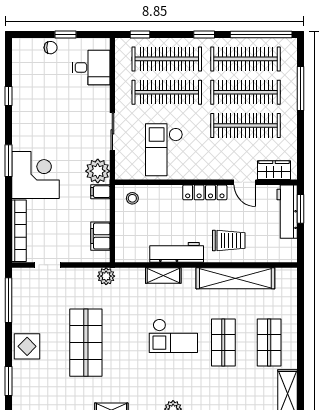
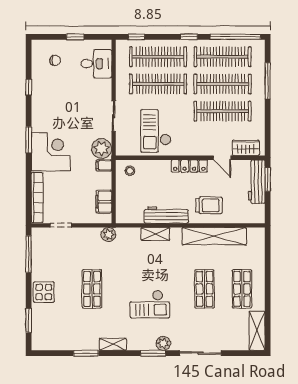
chair: (51, 48) -> (55, 60), moved
checkout: (173, 336) -> (150, 304), moved
shop shelf: (86, 343) -> (92, 289), width x0.70, depth x0.74

